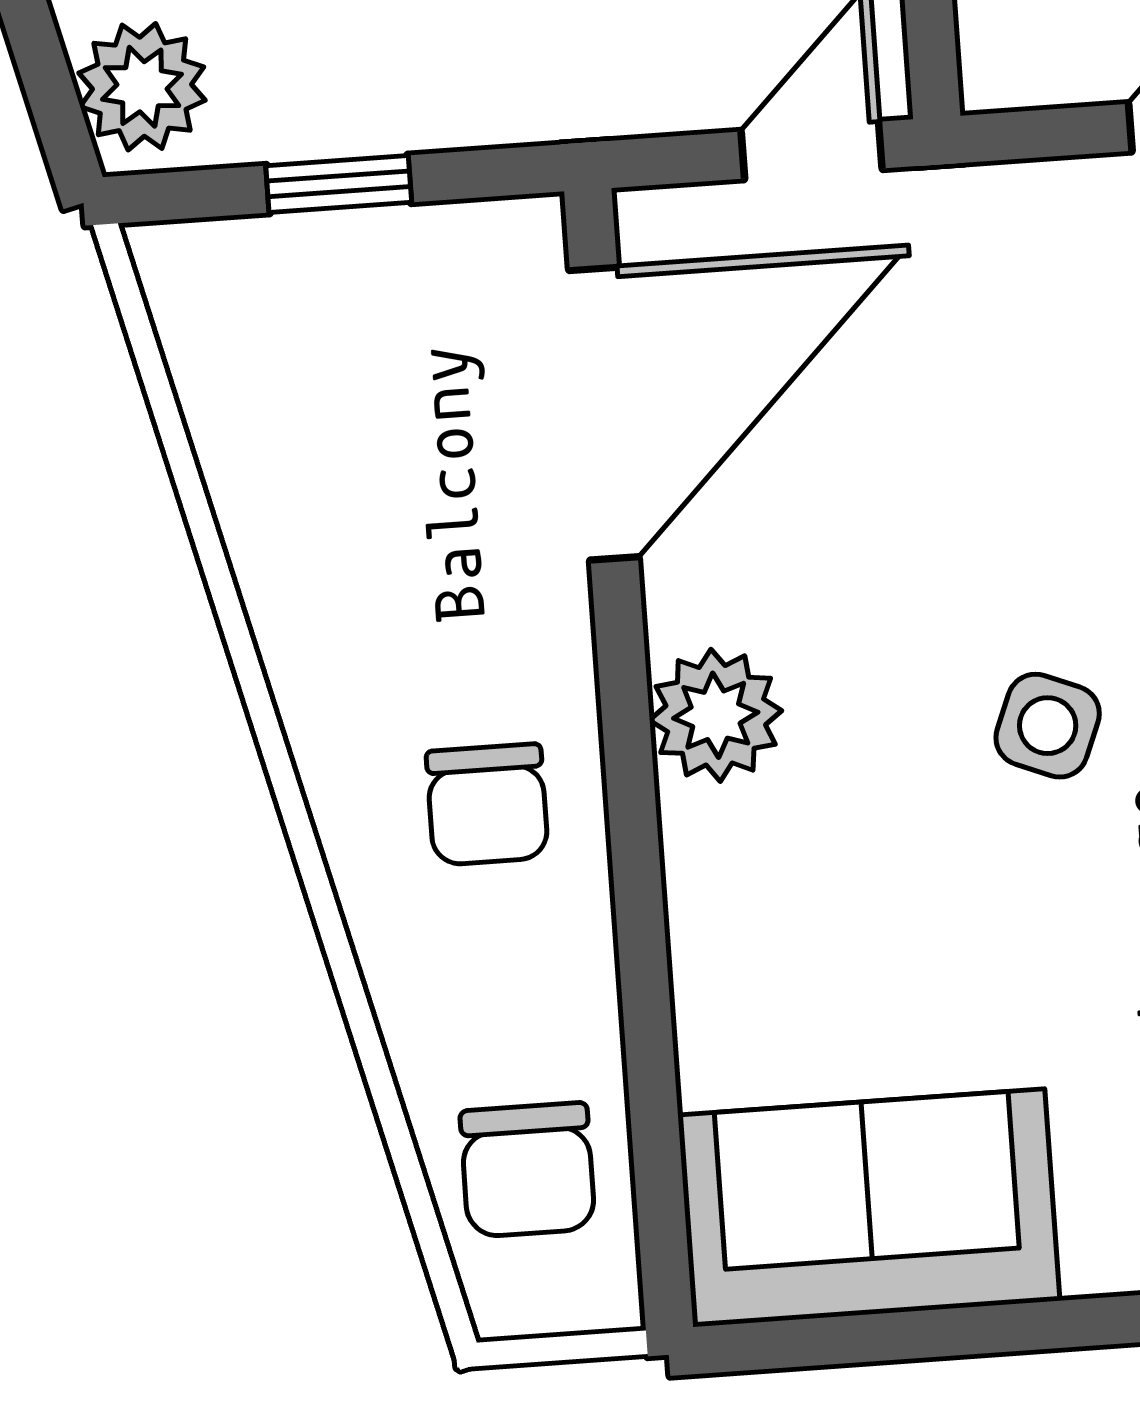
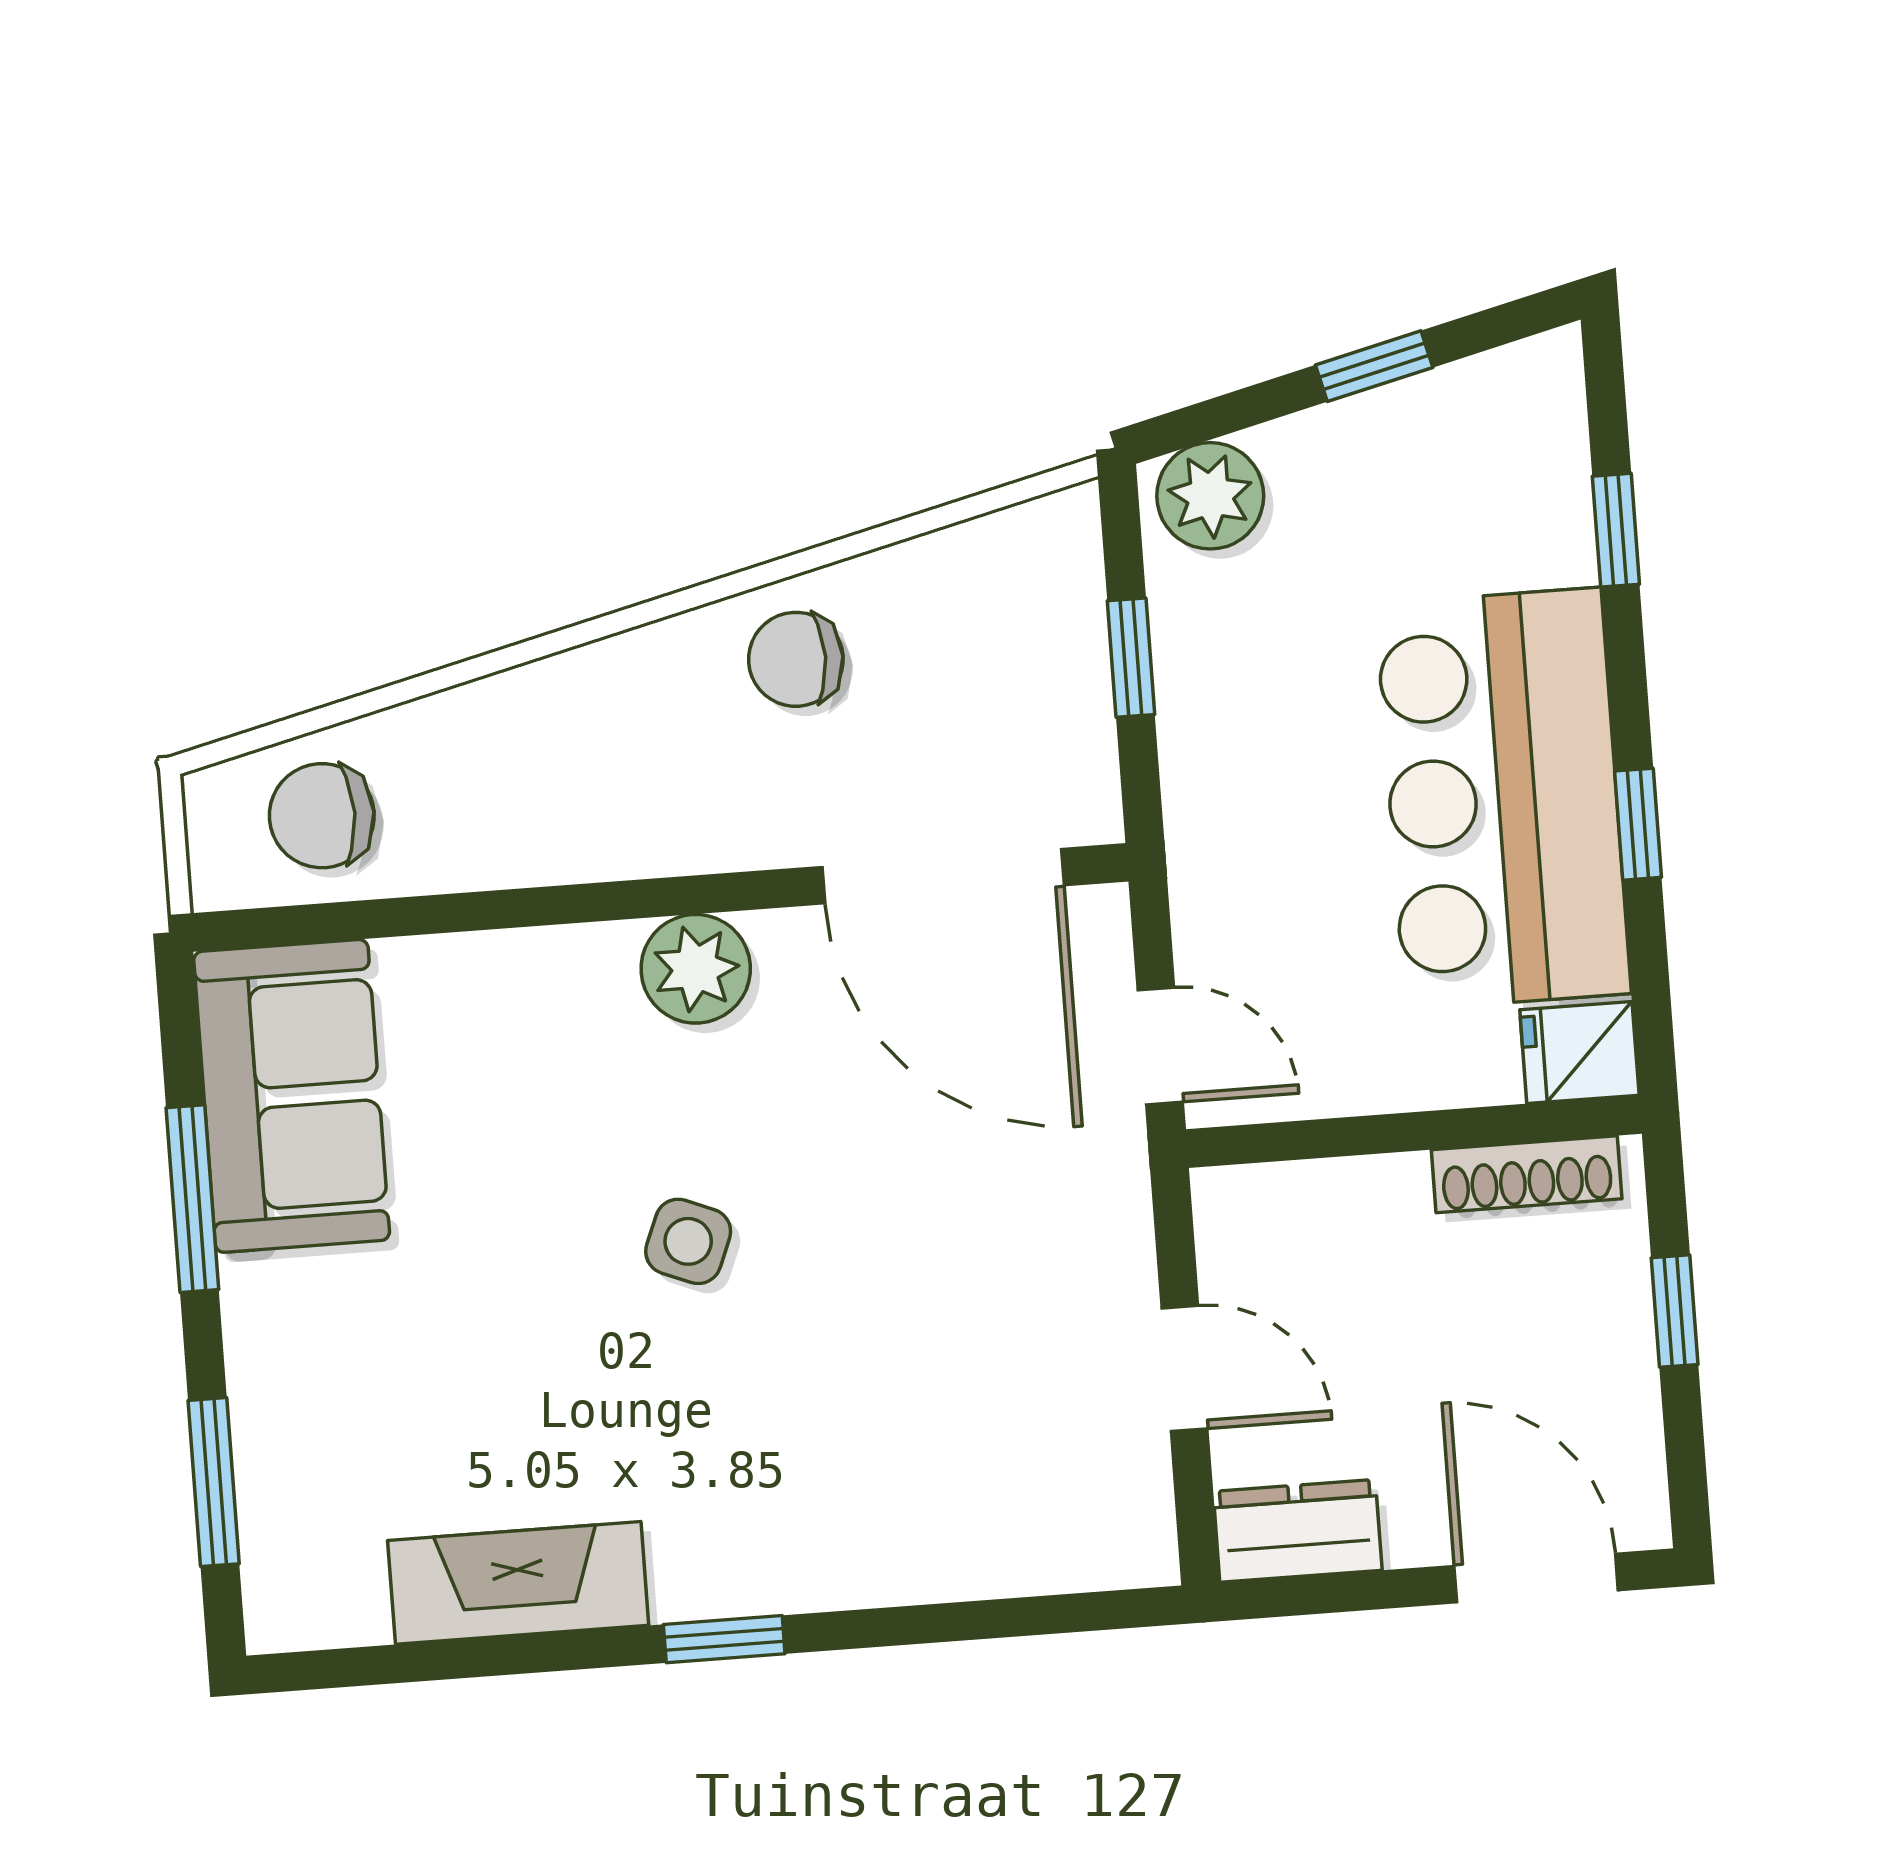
chair: (487, 804) -> (796, 659), moved
window: (993, 1329) -> (192, 1199), added

